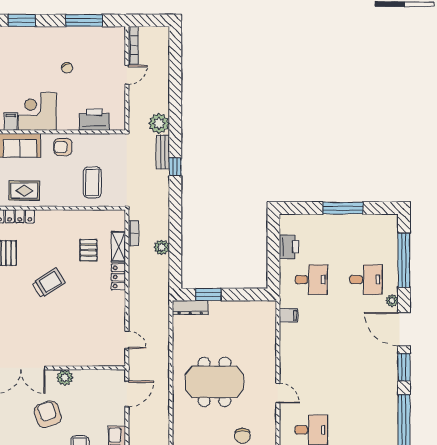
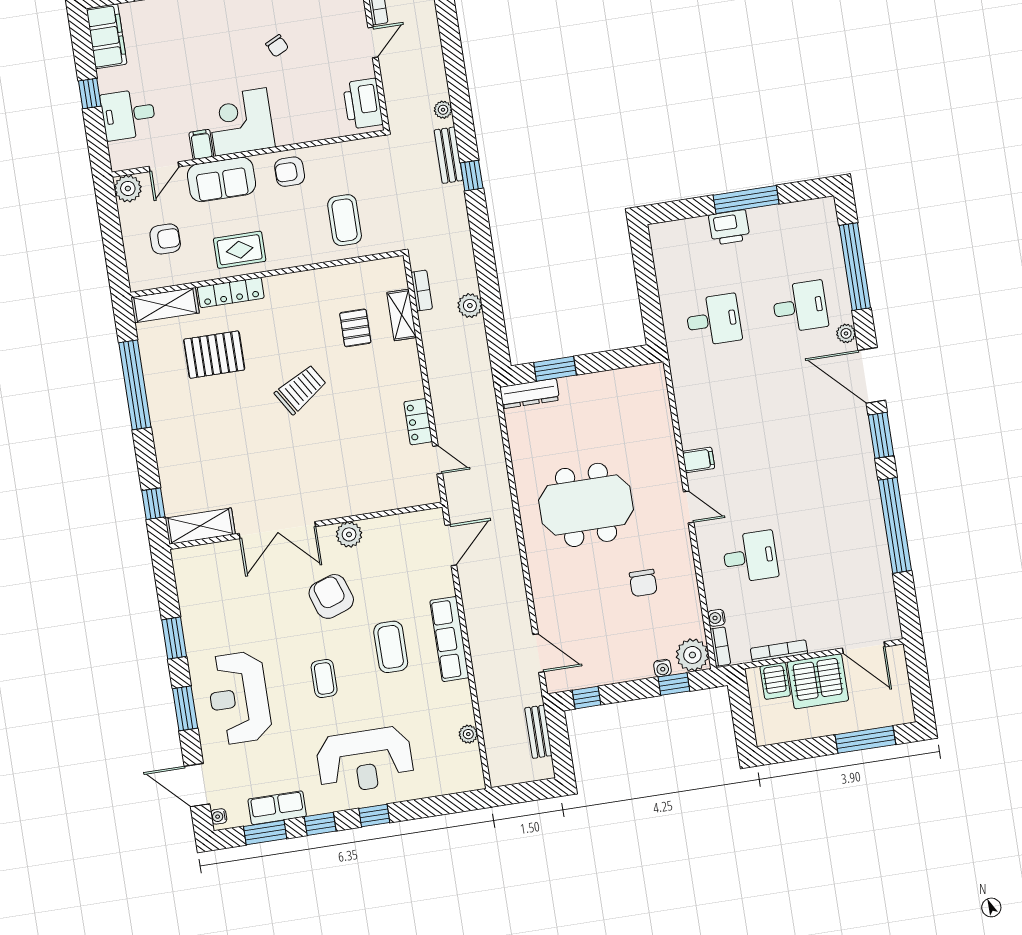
printer: (94, 120) -> (363, 104), moved, turned -90
plant: (159, 123) -> (443, 110), width x0.53, depth x0.53
printer: (289, 247) -> (729, 227), moved, turned 90
locker: (118, 277) -> (418, 422), moved
filing cabinet: (289, 315) -> (699, 460), moved

